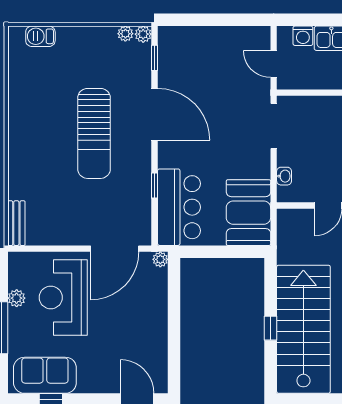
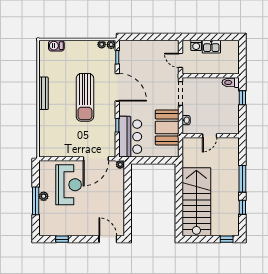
booth: (248, 213) -> (167, 127), moved
bench: (16, 223) -> (44, 93), moved, width x1.36
reception desk: (63, 297) -> (68, 185), turned 180
plant: (17, 298) -> (44, 196), moved
window: (271, 328) -> (179, 201), removed
sofa: (45, 375) -> (59, 226), removed

